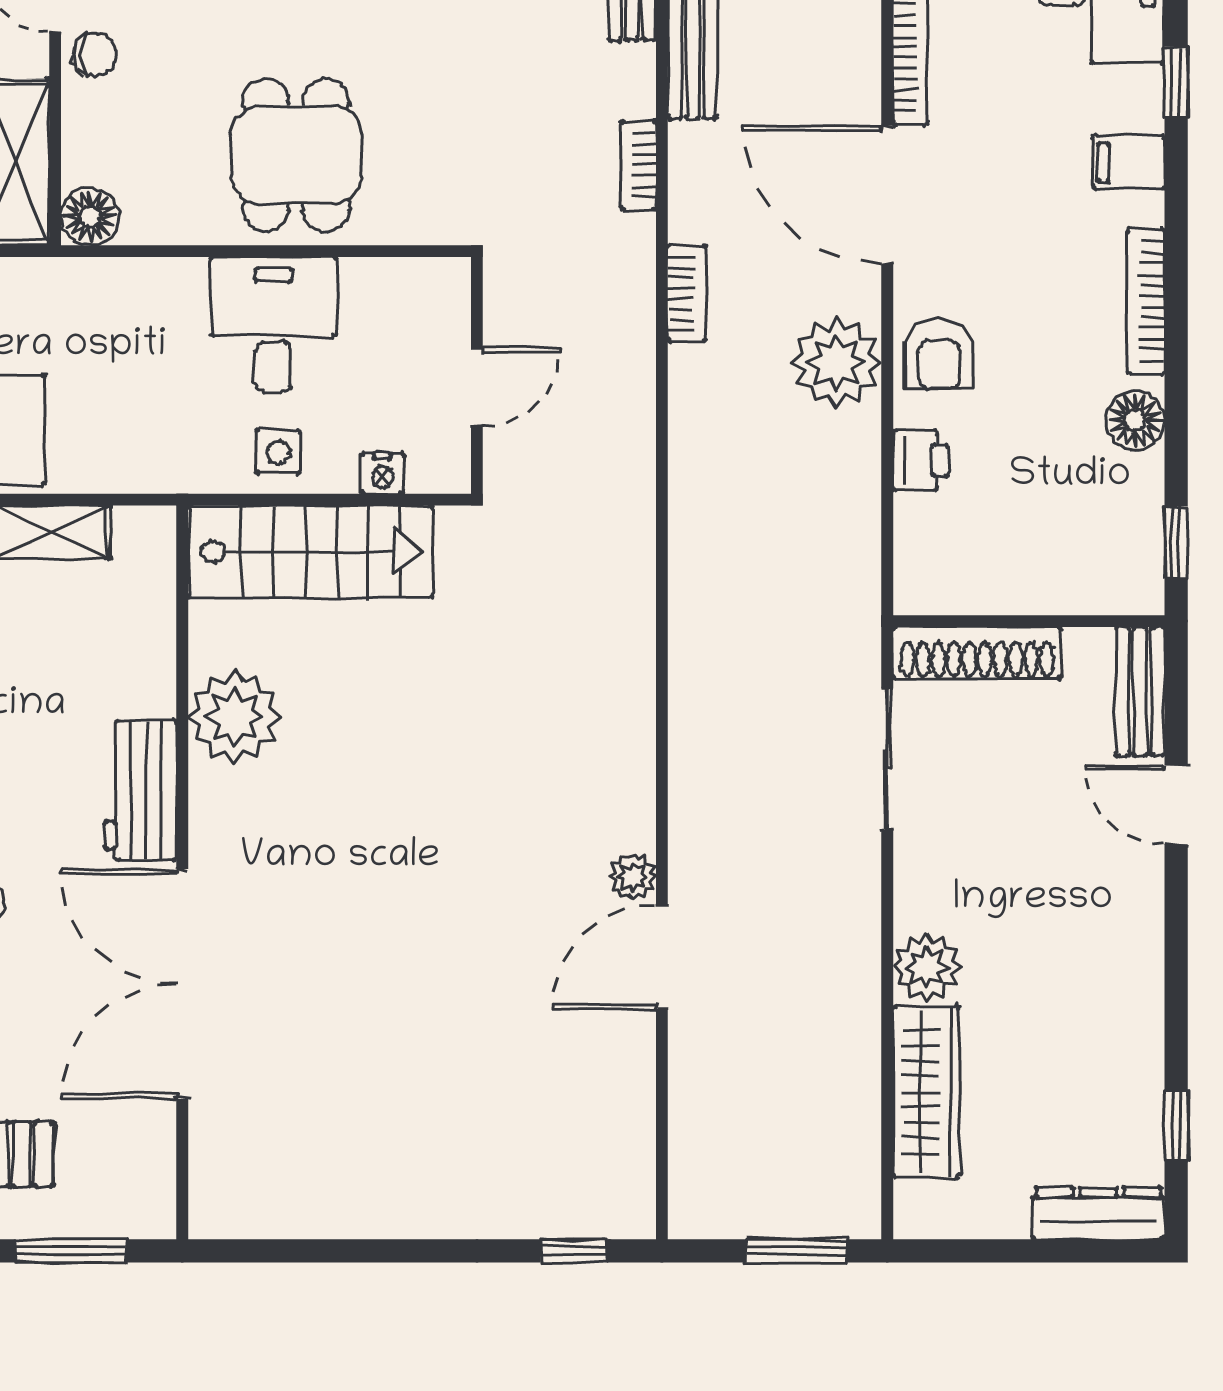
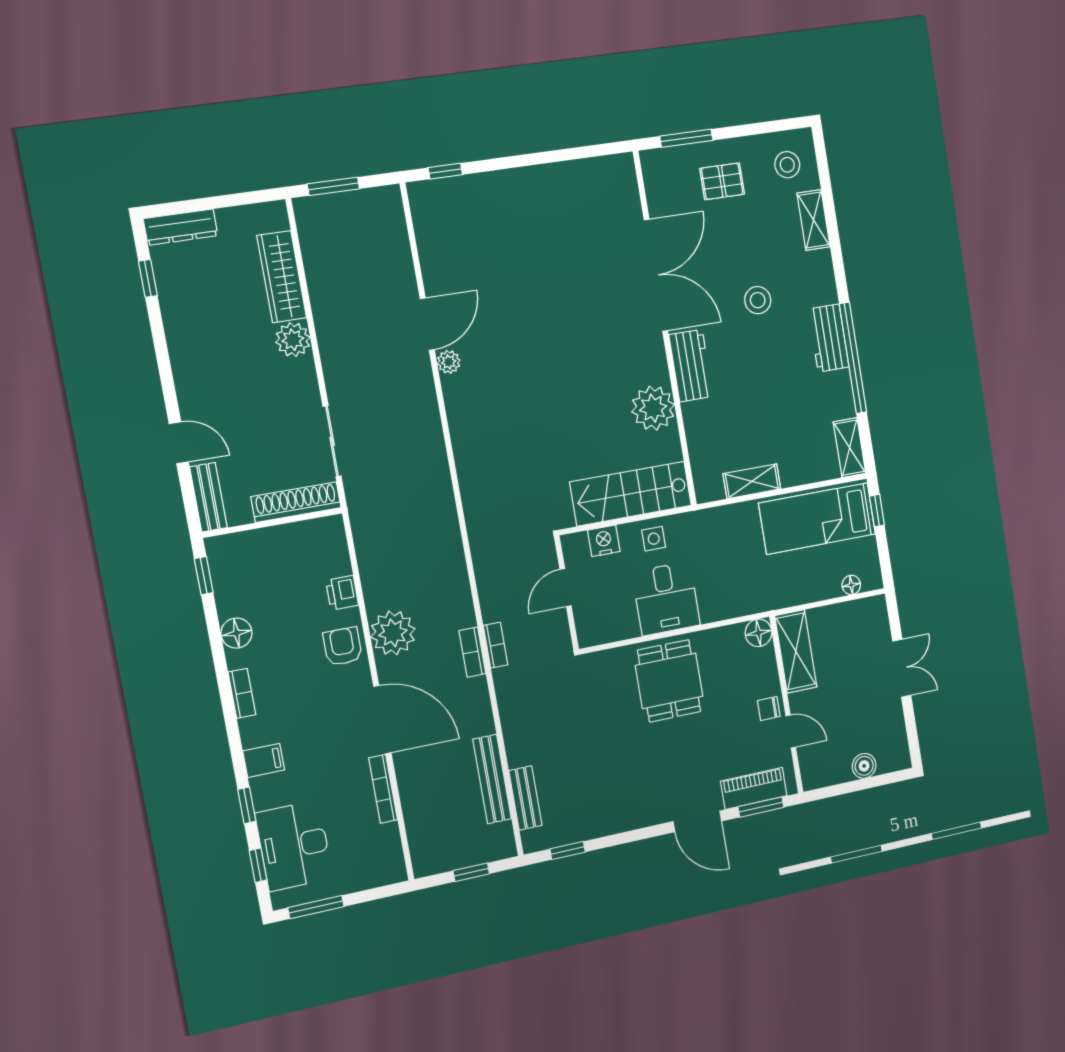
bookcase: (638, 165) -> (496, 645), moved
bookcase: (1146, 302) -> (242, 693), width x0.64
nightstand: (382, 473) -> (604, 541), width x1.39, depth x1.35

